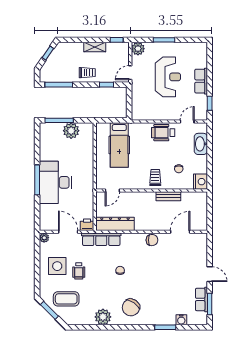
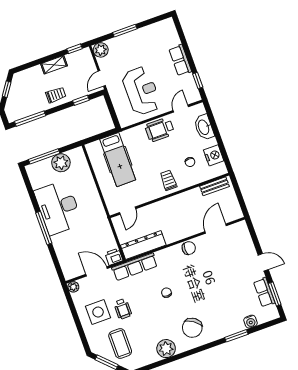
reception desk: (168, 77) -> (141, 91), moved
desk: (55, 182) -> (58, 207), moved
nightstand: (200, 182) -> (214, 155), moved
bench: (168, 196) -> (214, 186), moved
coffee table: (66, 299) -> (120, 343), turned 90

